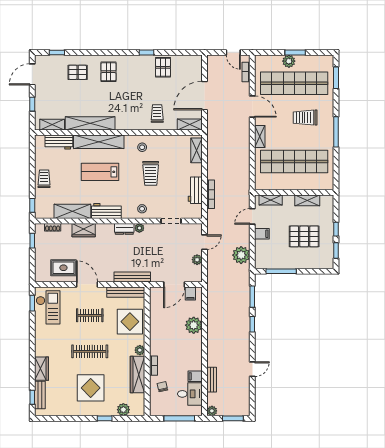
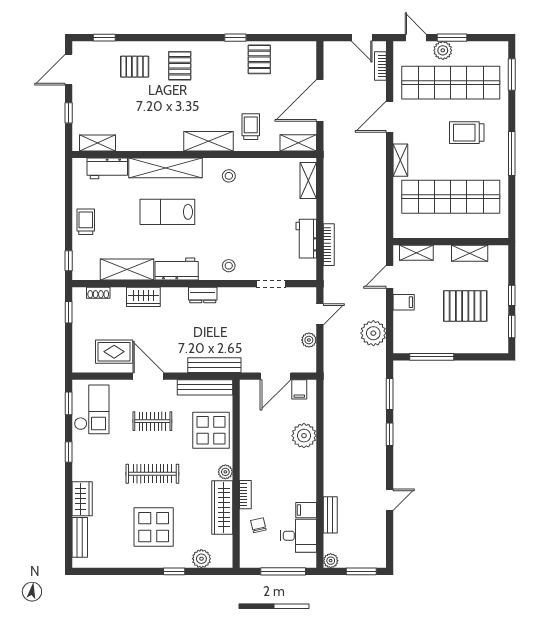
door: (270, 52) -> (416, 38), added
door: (252, 107) -> (390, 117), swing flipped
shelving: (90, 123) -> (208, 141), moved, width x0.68
trolley: (151, 173) -> (241, 214), removed
plant: (139, 228) -> (225, 294), removed
window: (32, 397) -> (69, 452), moved

